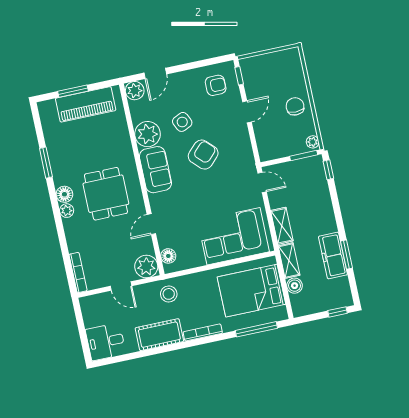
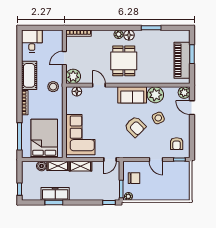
chair: (295, 106) -> (134, 178), moved
dining table: (106, 194) -> (124, 61), turned 90

